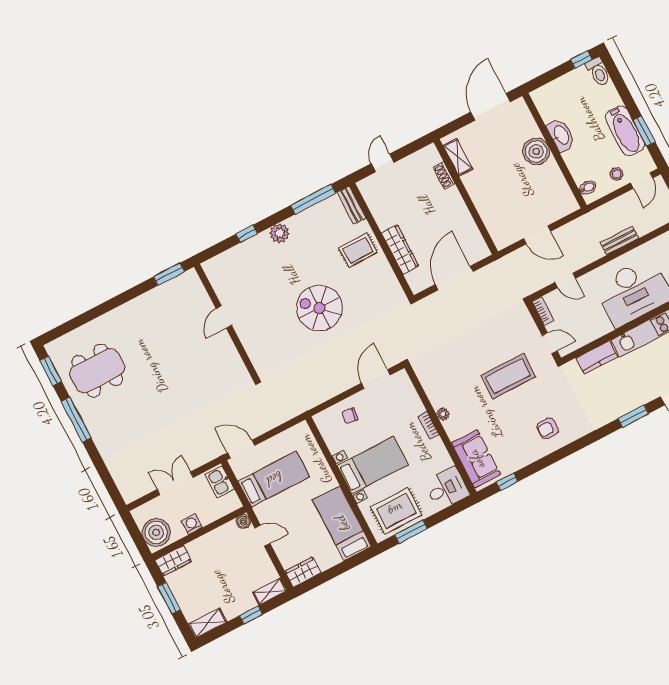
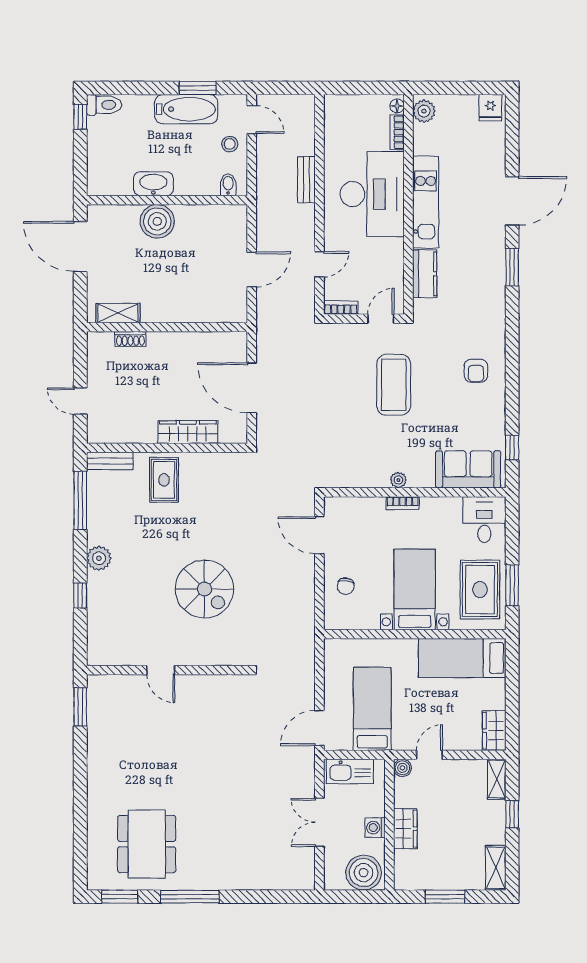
spiral stairs: (319, 308) -> (205, 589), moved, turned -90
kitchen sink: (220, 482) -> (350, 771), width x1.38
wardrobe: (173, 561) -> (405, 829), moved

